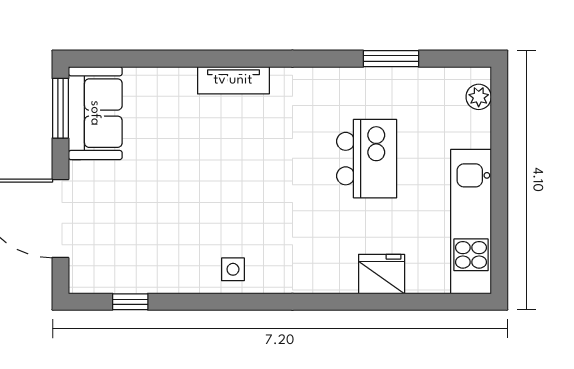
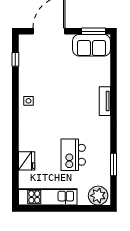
plant: (479, 97) -> (98, 196), width x1.88, depth x1.88
kitchen island: (367, 159) -> (73, 155), turned 90

